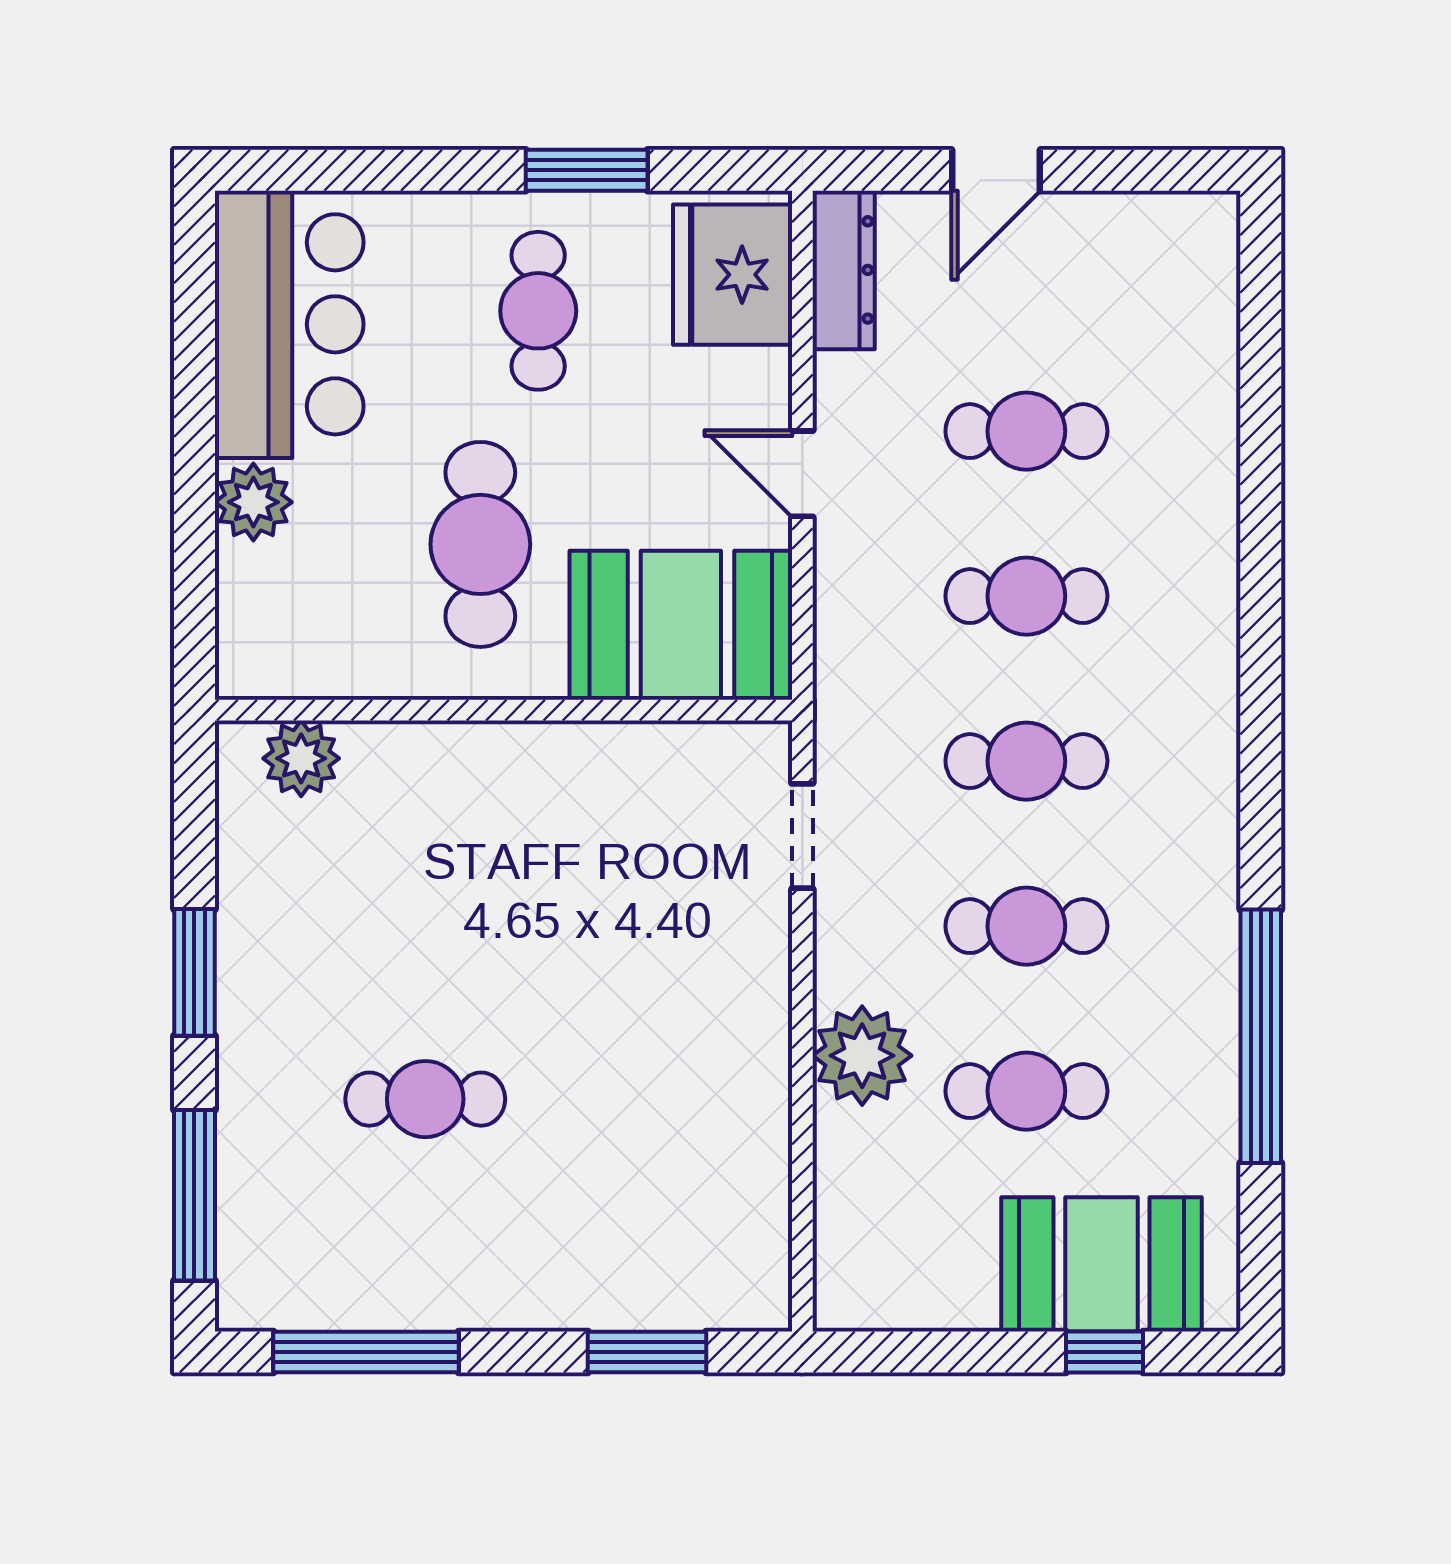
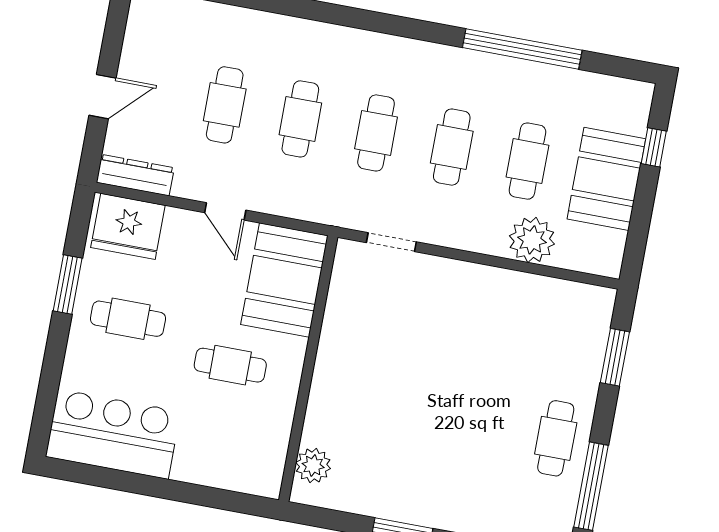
door: (996, 170) -> (102, 97), hinge flipped
door: (802, 474) -> (225, 211), hinge flipped
plant: (253, 502) -> (191, 466), removed
cafe table: (480, 544) -> (230, 365), width x0.73, depth x0.74
plant: (862, 1056) -> (532, 240), moved
cafe table: (425, 1099) -> (556, 438), moved
booth: (1101, 1264) -> (606, 179), moved

